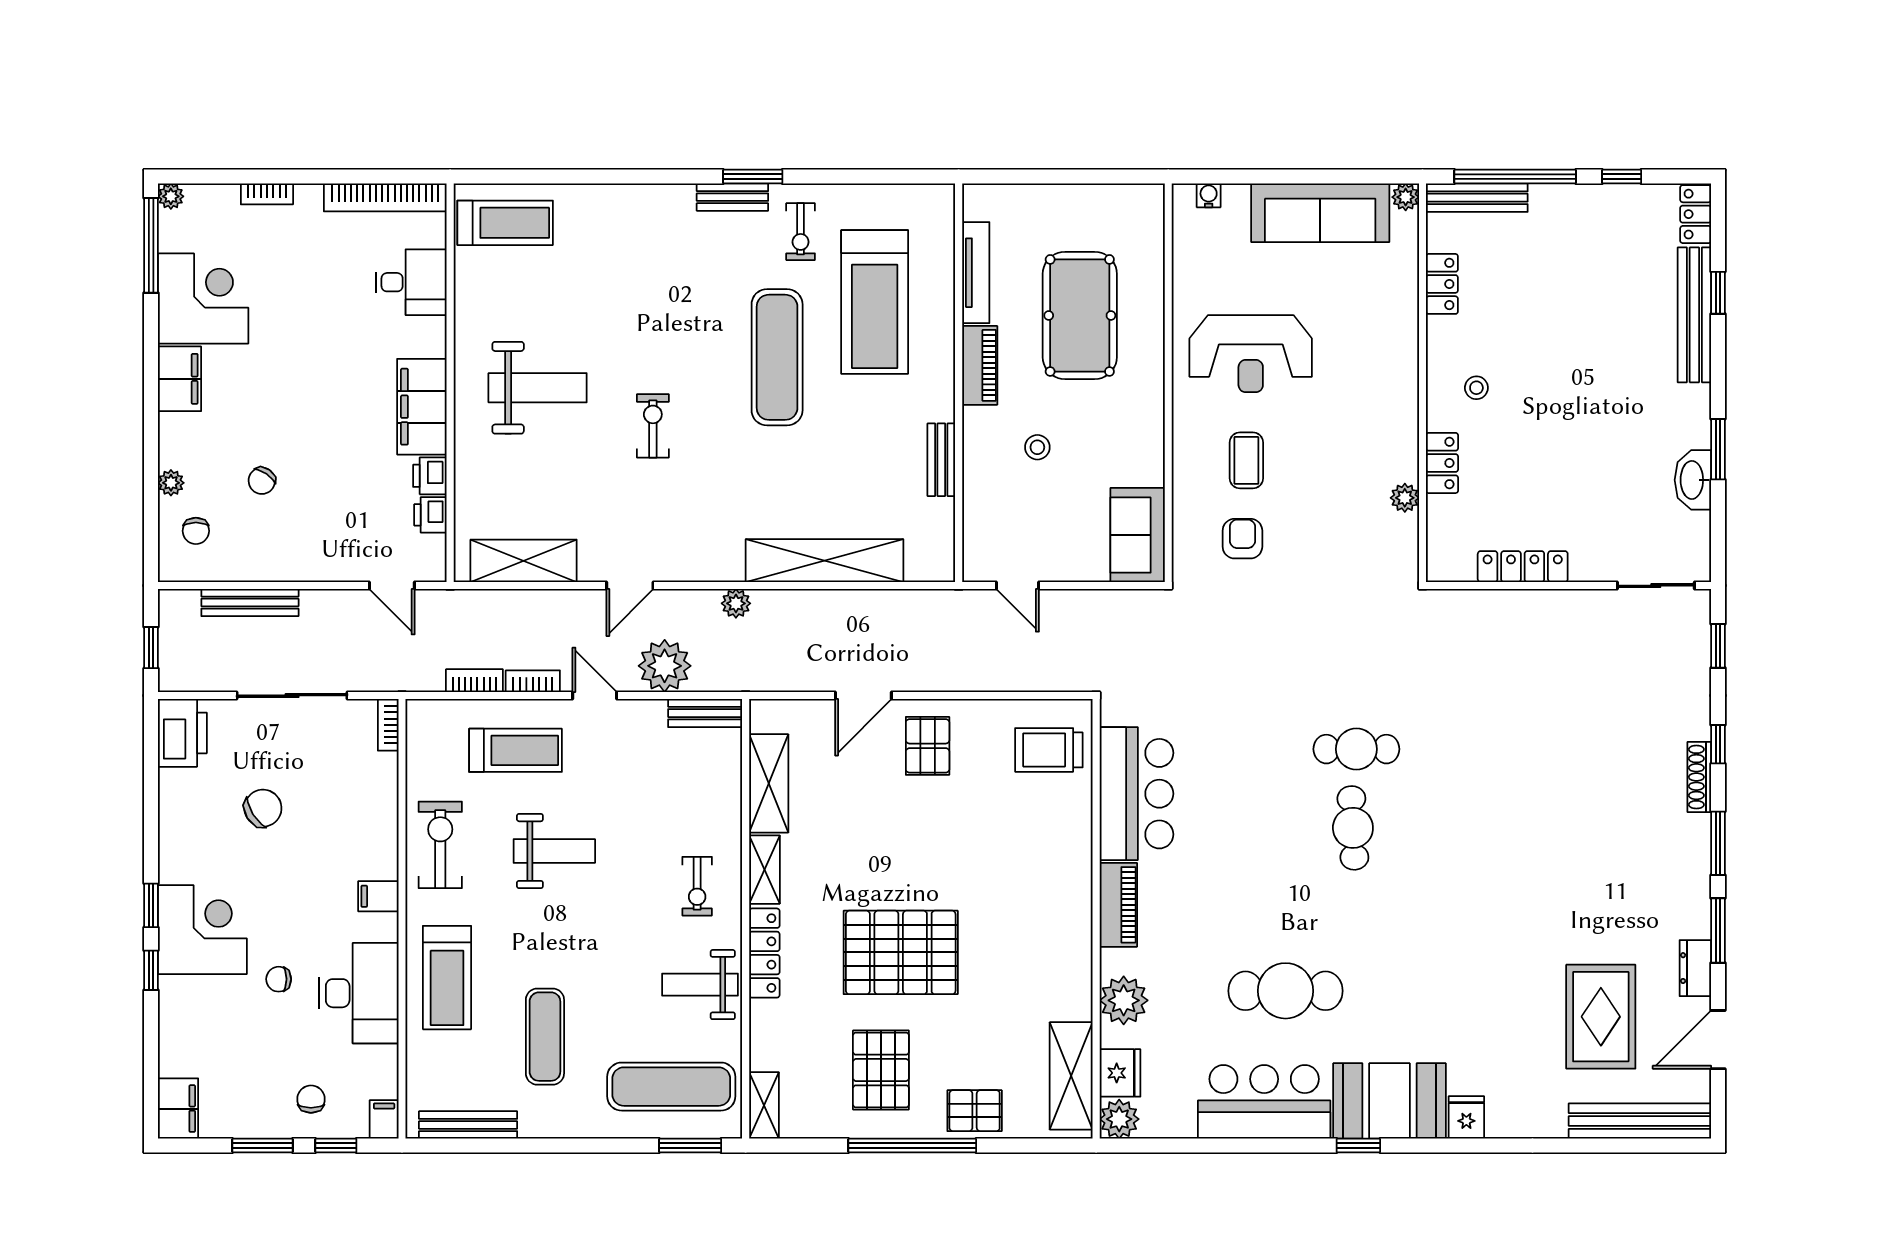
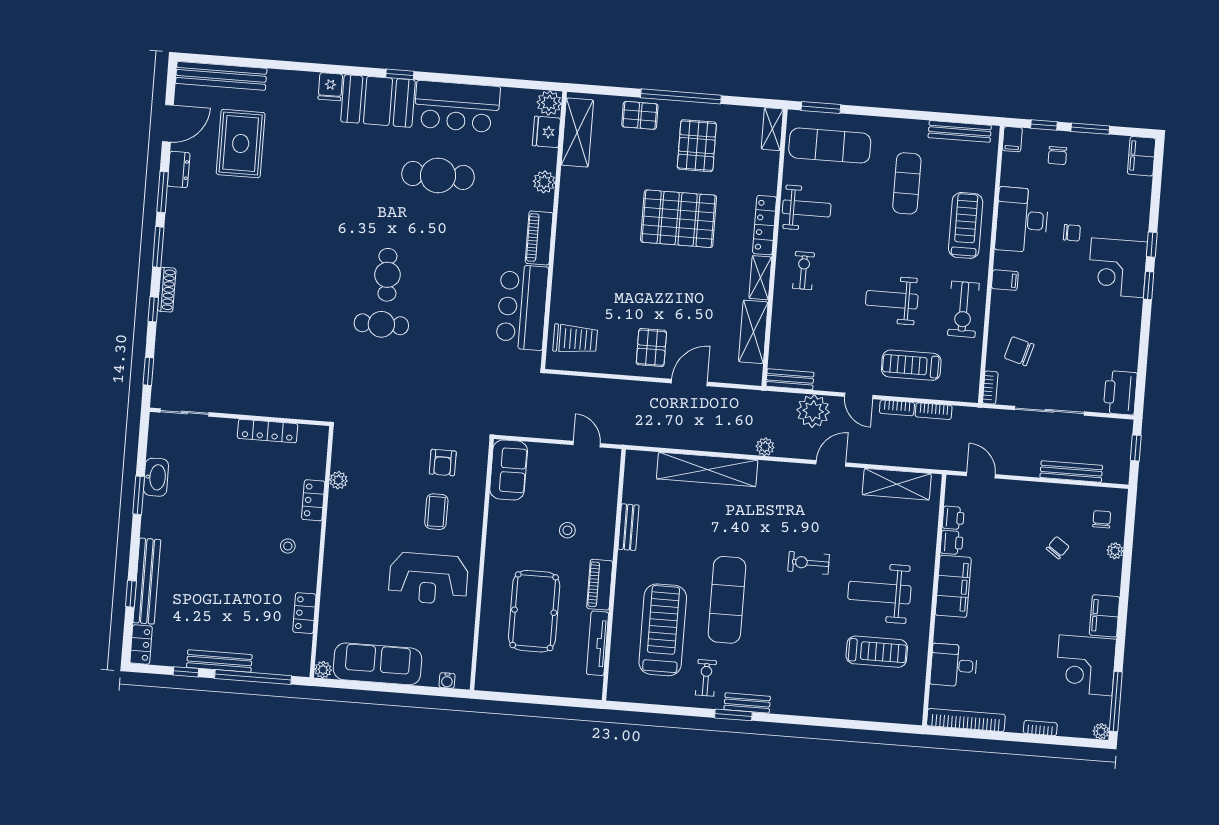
bench: (1477, 198) -> (219, 661), moved
treadmill: (505, 223) -> (877, 652), moved, turned 180
reception desk: (1251, 354) -> (428, 579), turned 180
exercise bike: (653, 426) -> (809, 563), turned 90
chair: (263, 808) -> (1019, 351), moved, turned 48
plant: (1124, 1000) -> (544, 182), width x0.73, depth x0.73

